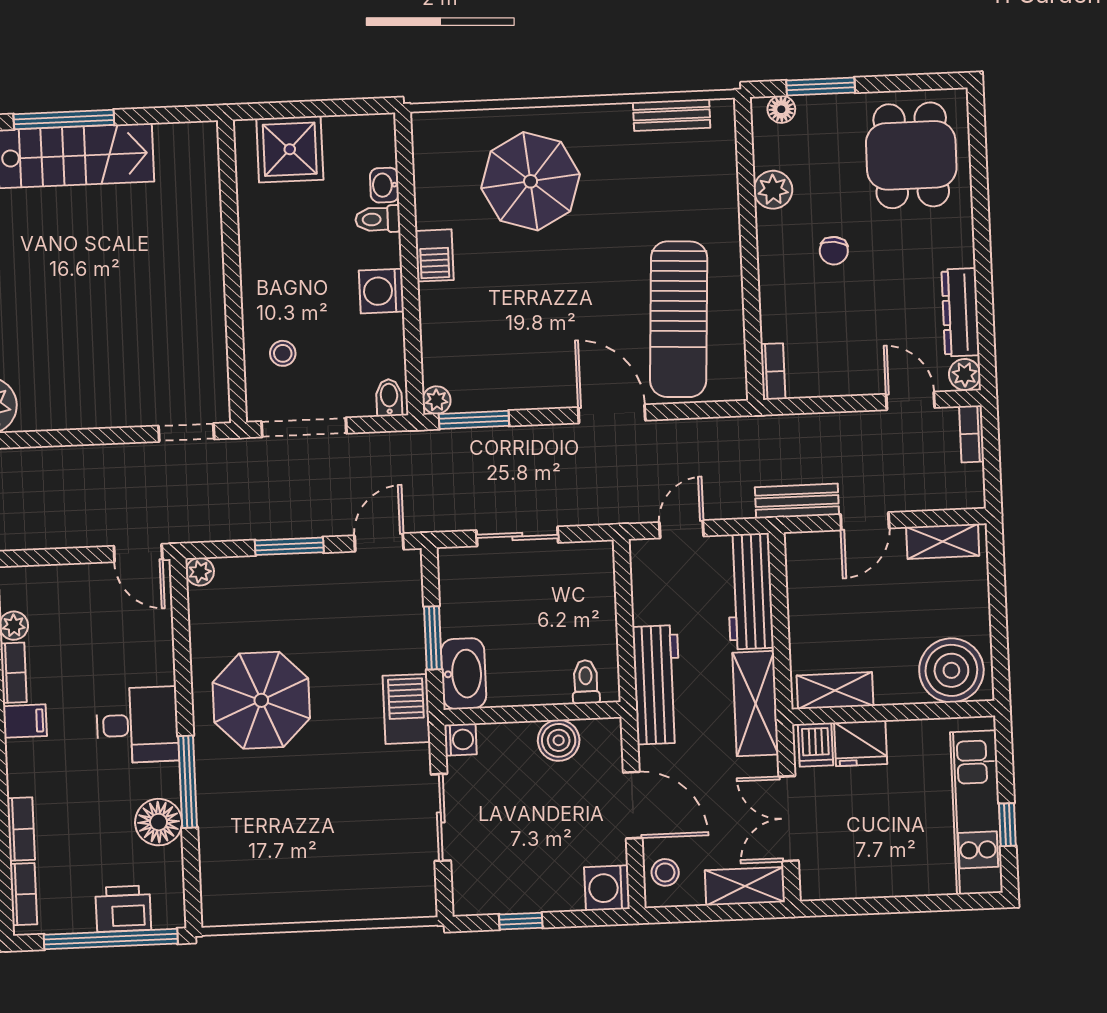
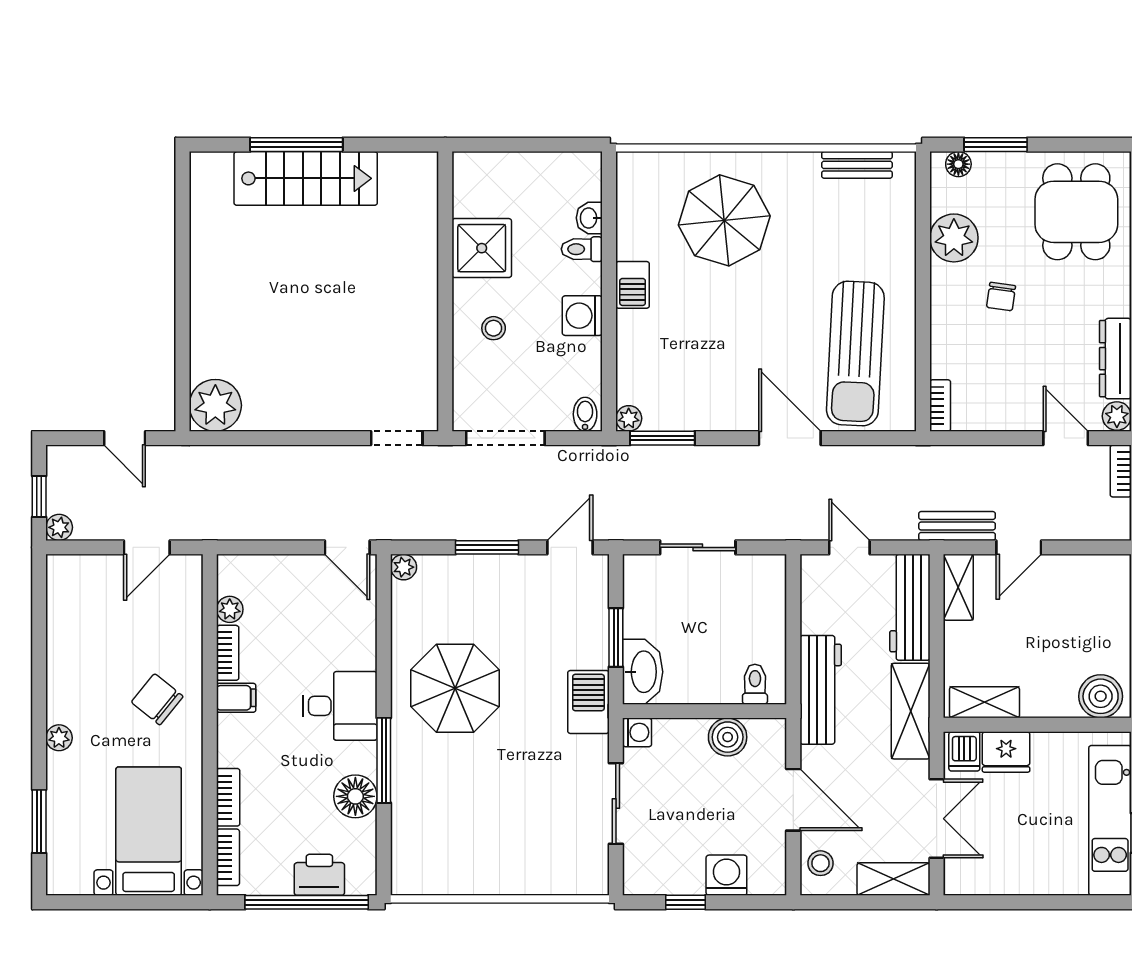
shower: (290, 149) -> (482, 248), moved
plant: (773, 190) -> (954, 238), width x1.36, depth x1.36
stool: (283, 353) -> (494, 328), moved
door: (682, 529) -> (849, 547), hinge flipped
shelving: (943, 541) -> (958, 587), moved, turned 90
boiler: (951, 670) -> (1101, 696), width x0.73, depth x0.73
double door: (789, 819) -> (937, 819), swing flipped
washing machine: (607, 888) -> (726, 875), moved, turned 90

